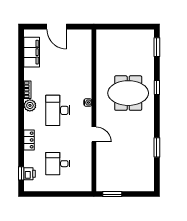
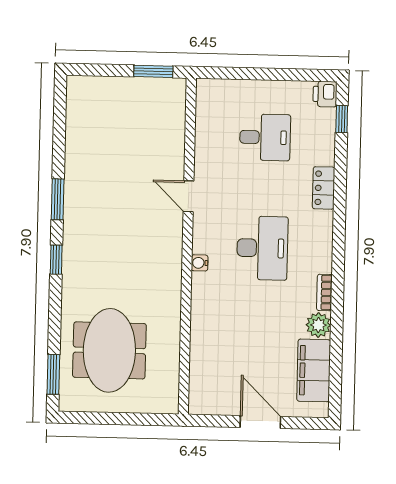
window: (157, 88) -> (56, 260), moved
meeting table: (128, 93) -> (109, 350), moved, turned 90
plant: (30, 105) -> (318, 325), moved
window: (157, 147) -> (58, 199), moved
printer: (30, 174) -> (325, 94), moved

